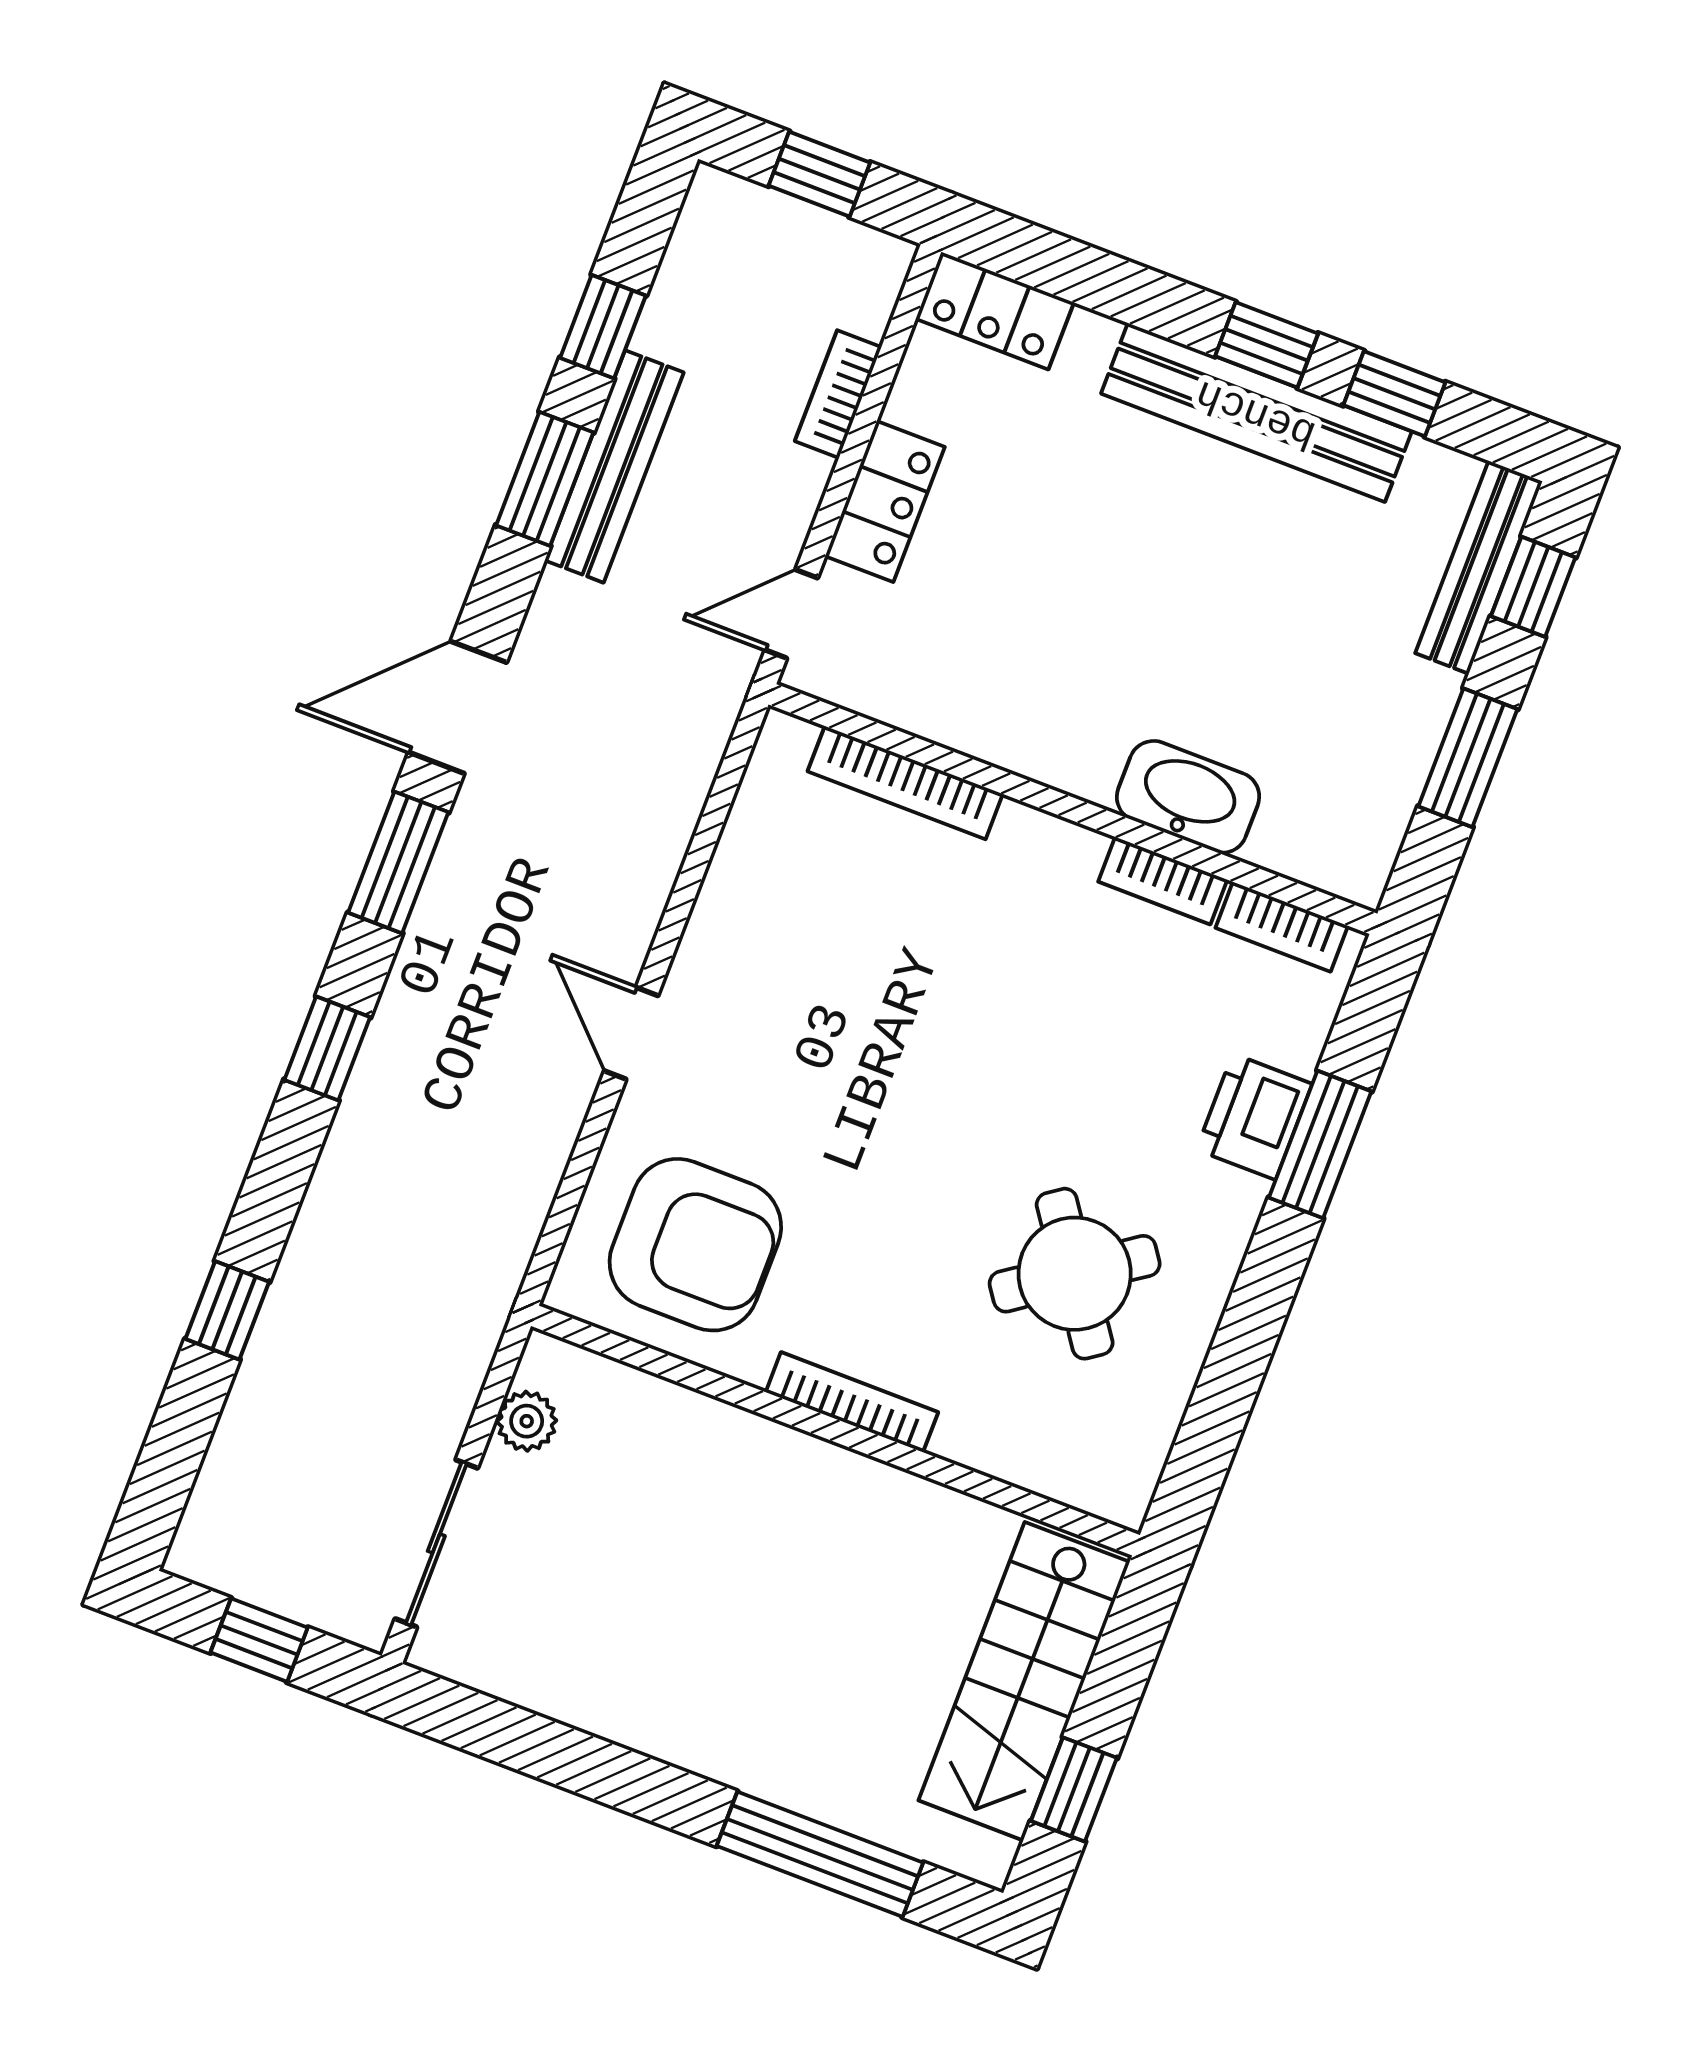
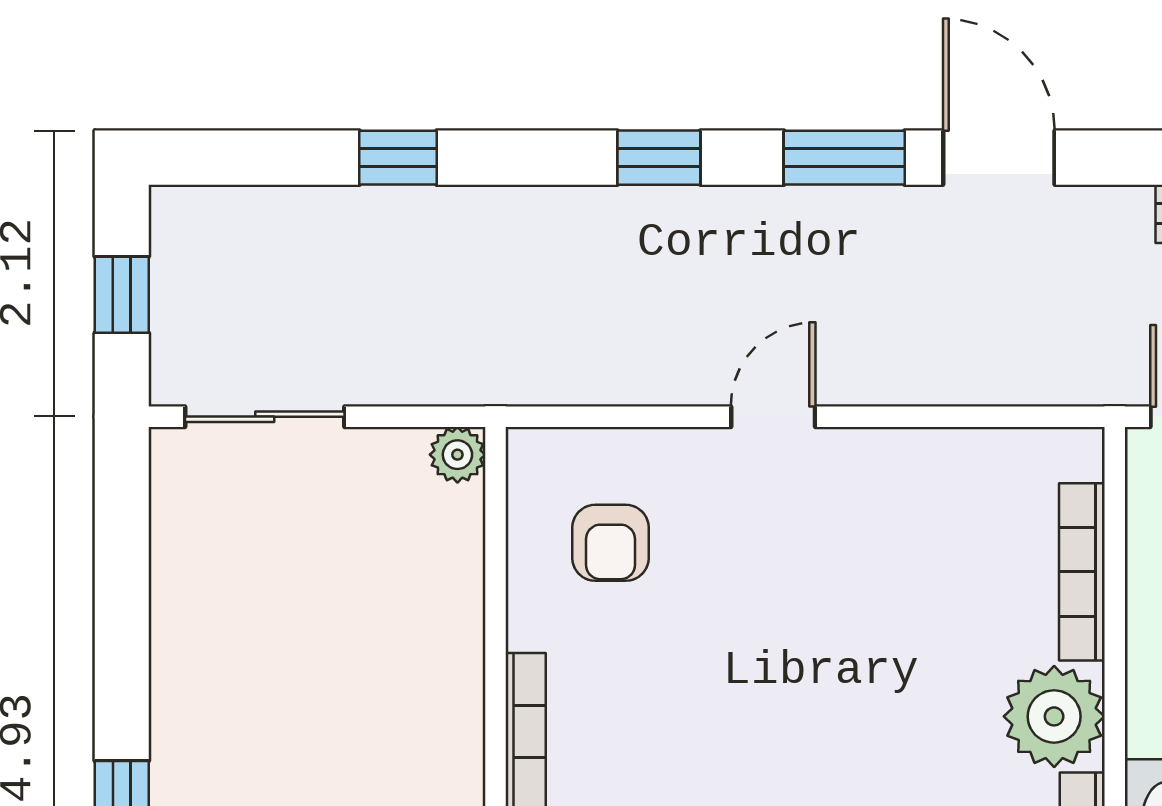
plant: (1040, 866) -> (1054, 716), added
armchair: (695, 1245) -> (610, 543), width x0.53, depth x0.53
plant: (527, 1421) -> (457, 455), moved

